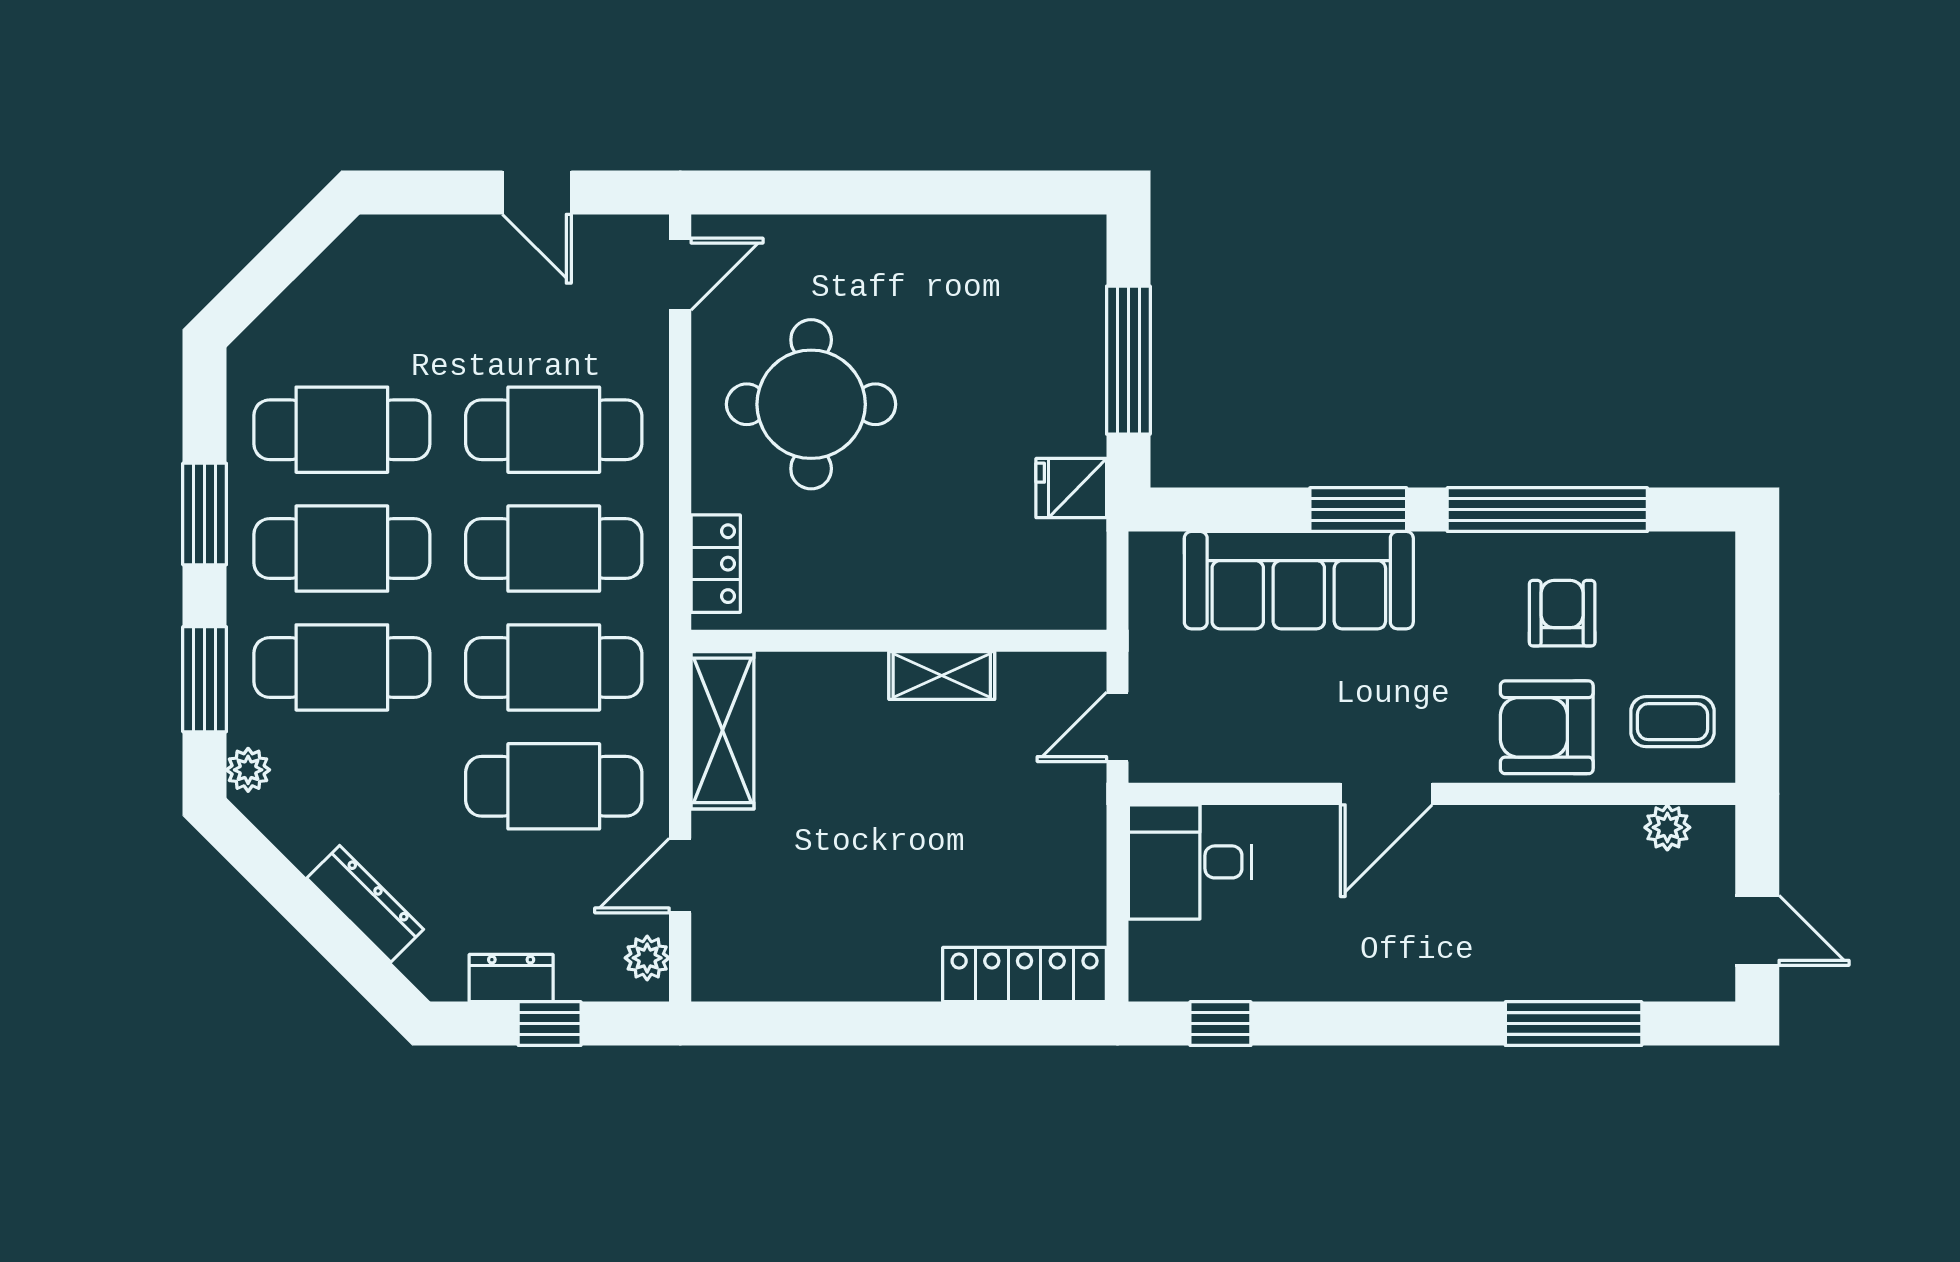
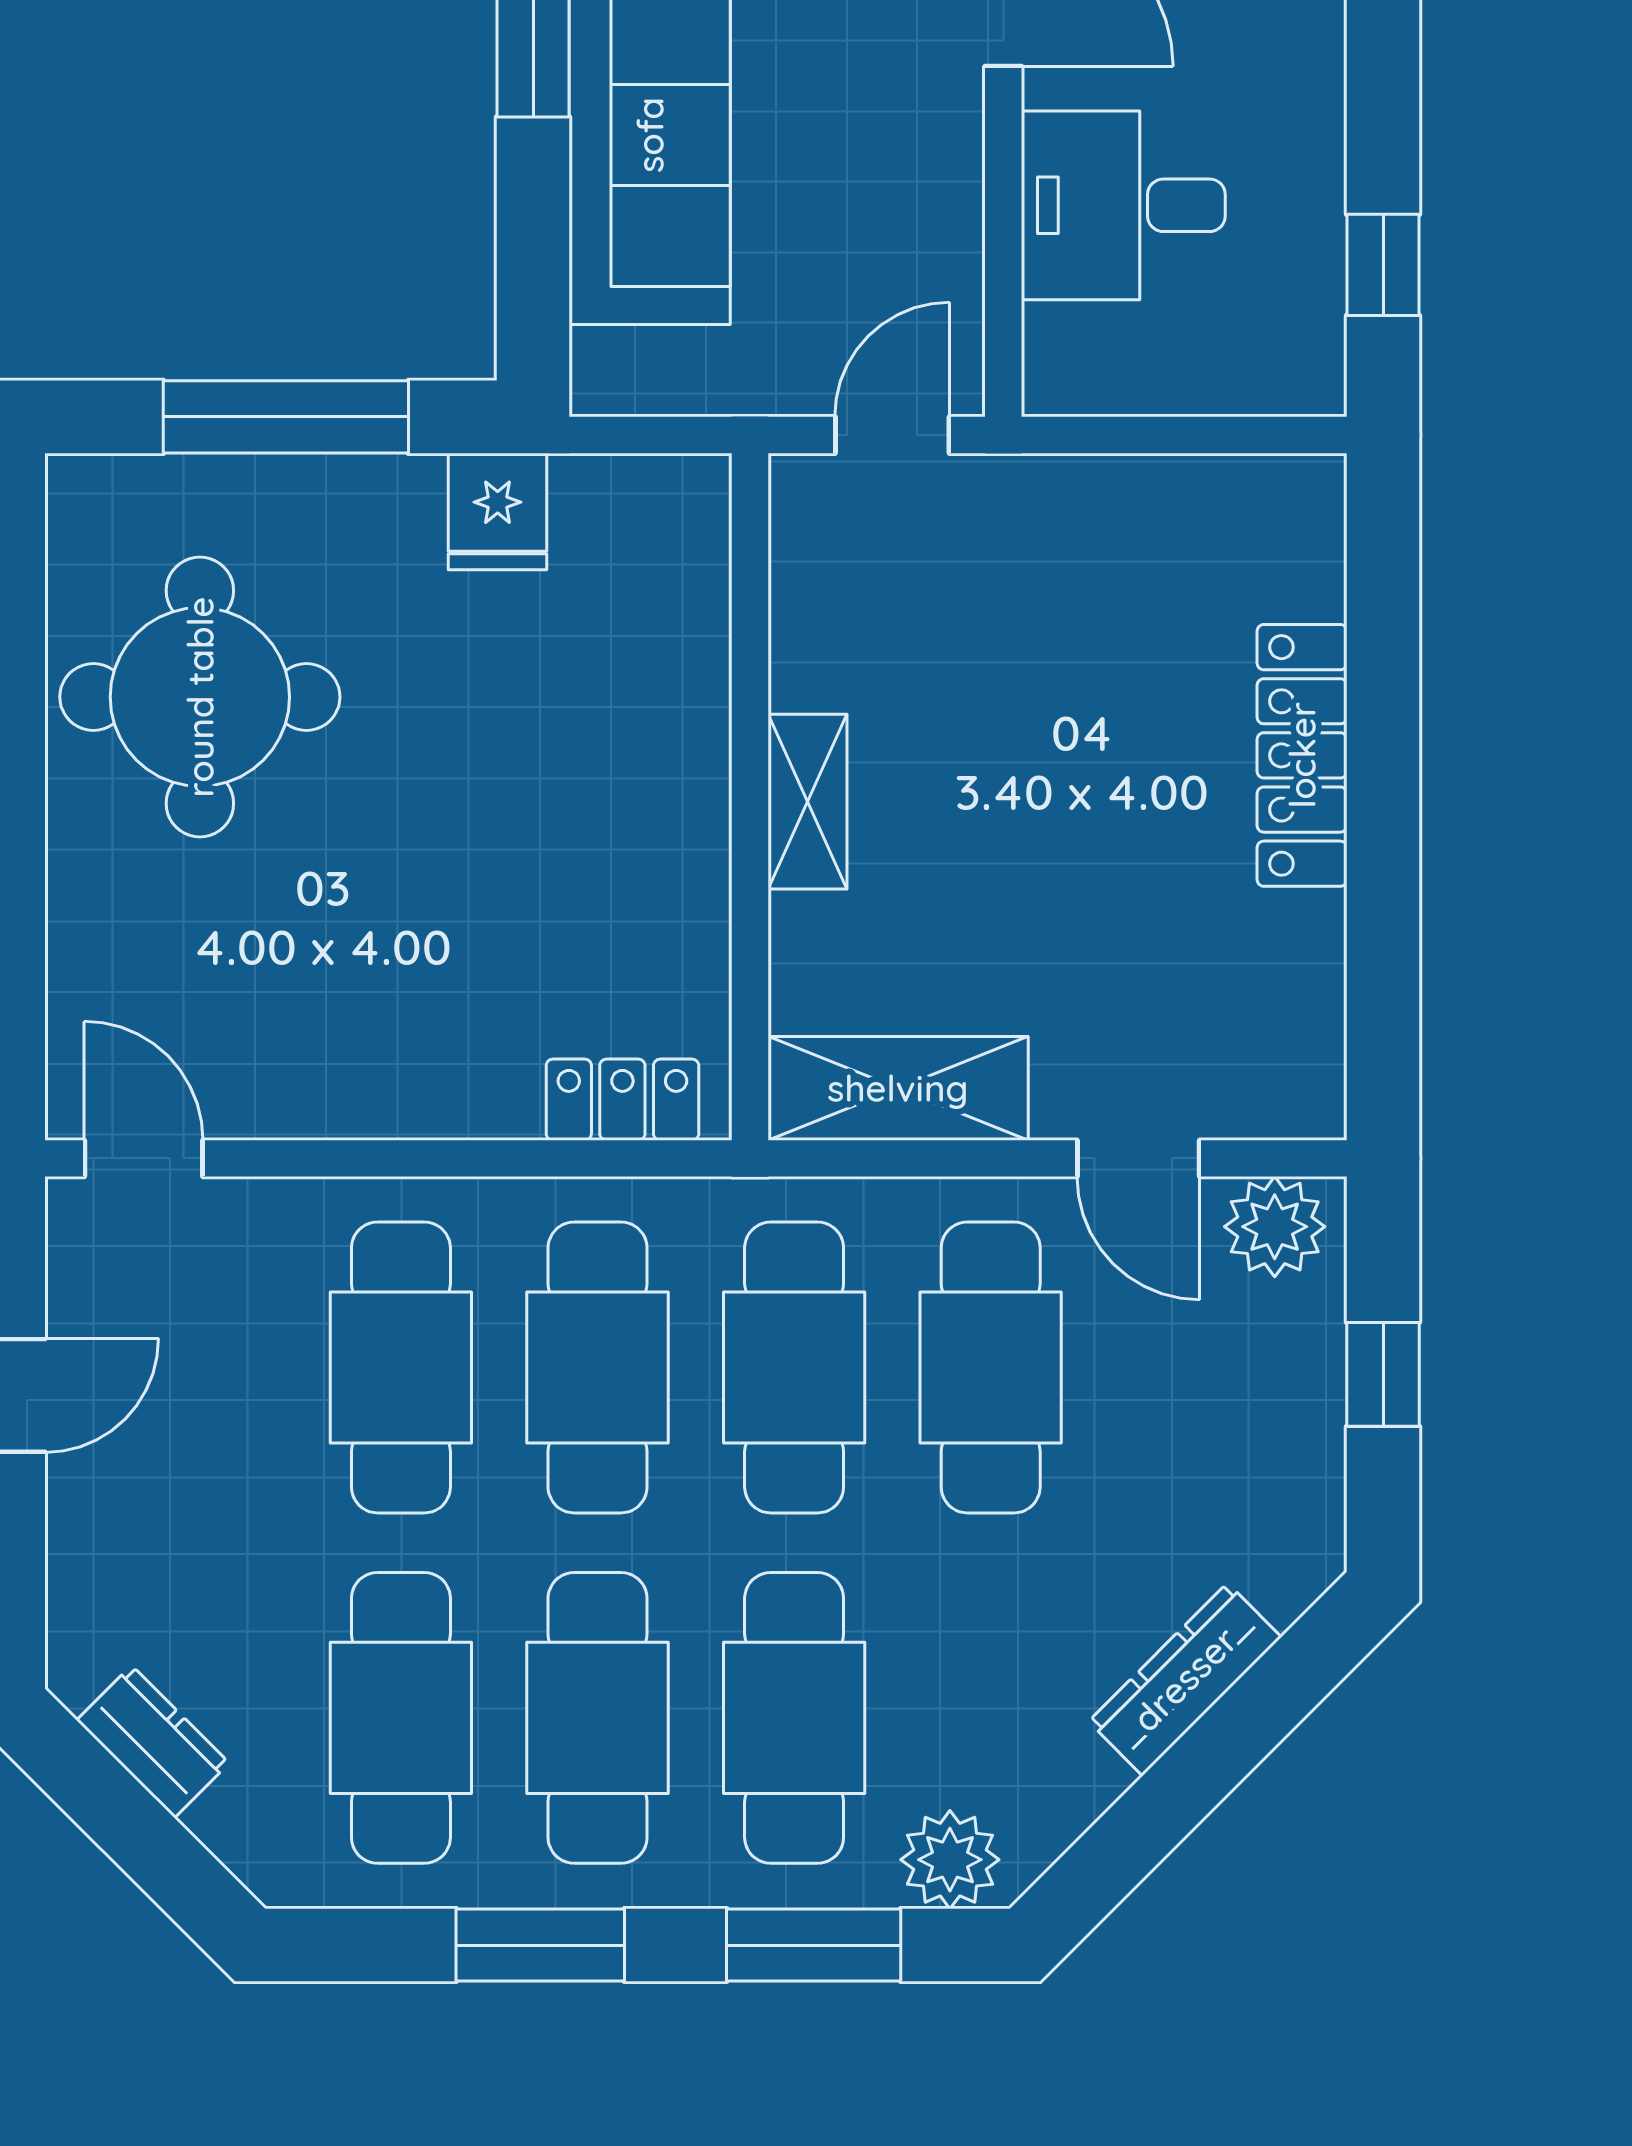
round table: (811, 404) -> (200, 697), moved
shelving: (942, 676) -> (807, 802), moved
door: (1118, 727) -> (892, 435), swing flipped
plant: (248, 770) -> (950, 1860), width x1.38, depth x1.38
desk: (1190, 862) -> (1123, 205), moved, turned 90
plant: (647, 958) -> (1275, 1227), width x1.38, depth x1.38
locker: (1025, 975) -> (1302, 755), moved
dresser: (511, 978) -> (153, 1742), moved, turned 135

